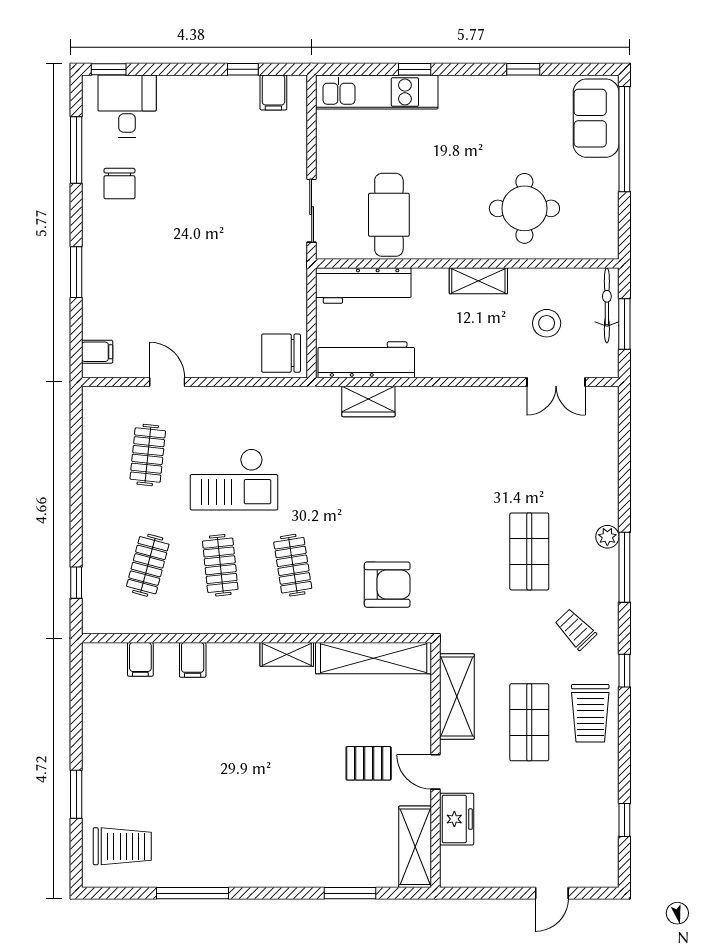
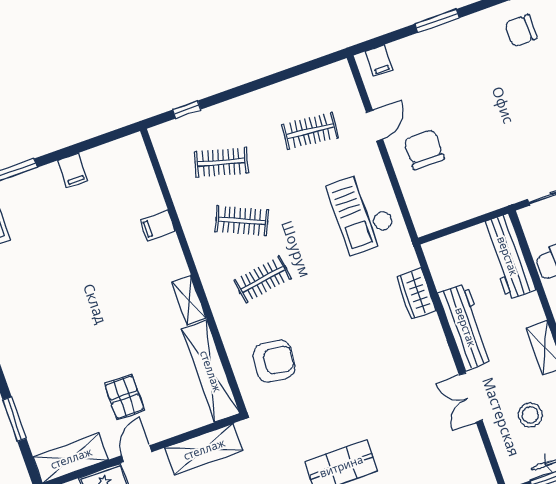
chair: (281, 353) -> (424, 149), moved
workbench: (366, 360) -> (466, 327), moved
double door: (556, 382) -> (471, 398), moved
checkout: (234, 479) -> (362, 212), moved
clothes rail: (220, 565) -> (242, 221), turned 30
armchair: (387, 585) -> (274, 361), turned -83
filing cabinet: (140, 659) -> (73, 170), moved, turned -90

